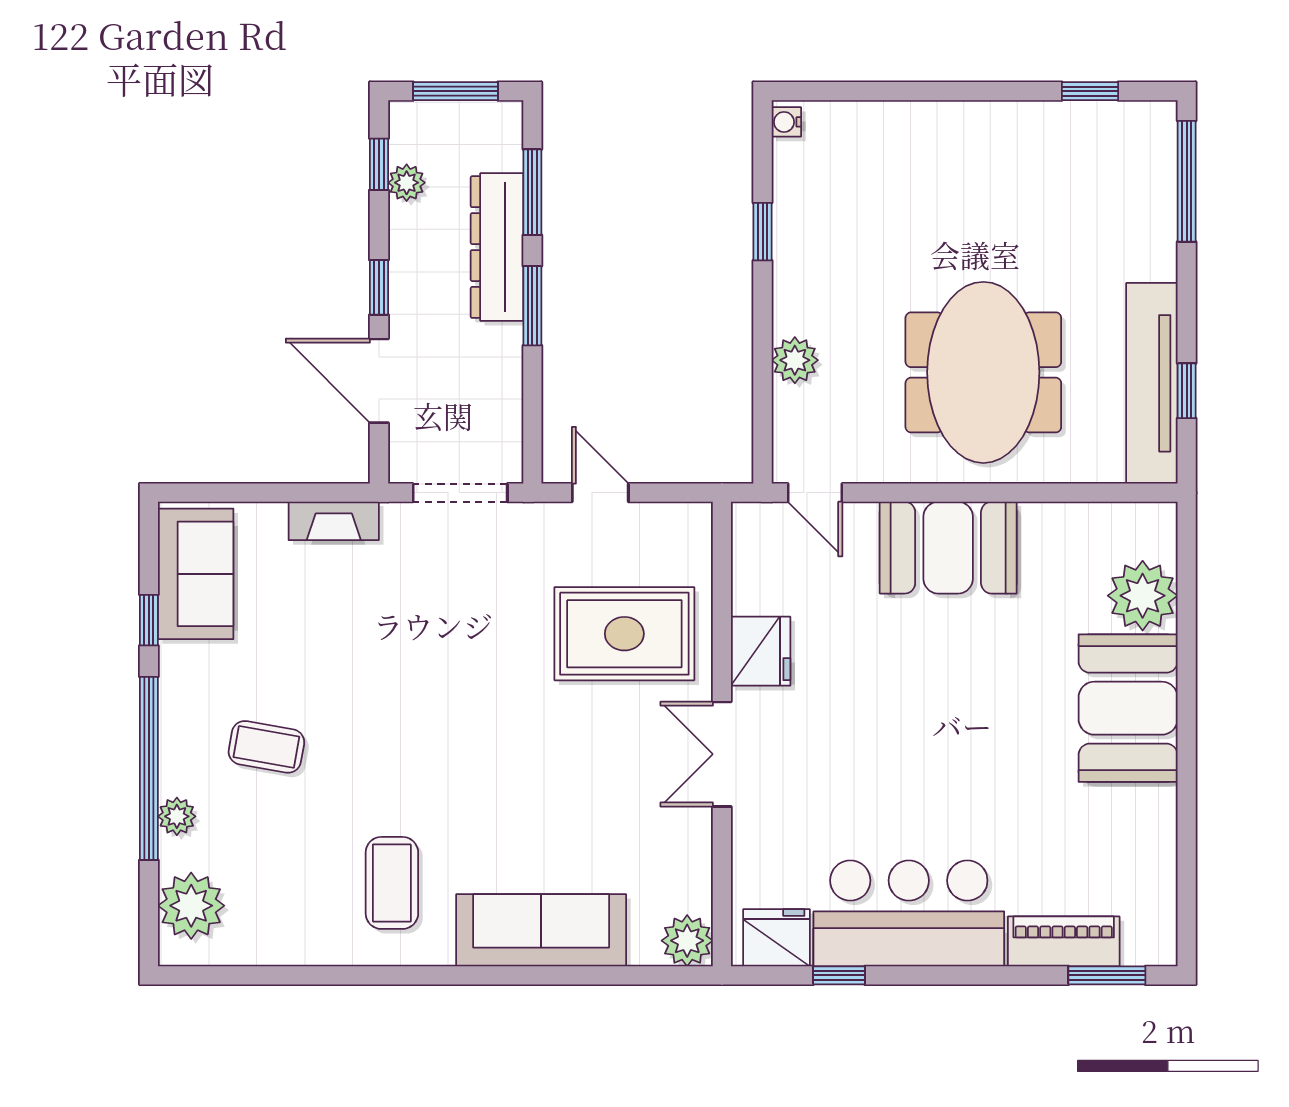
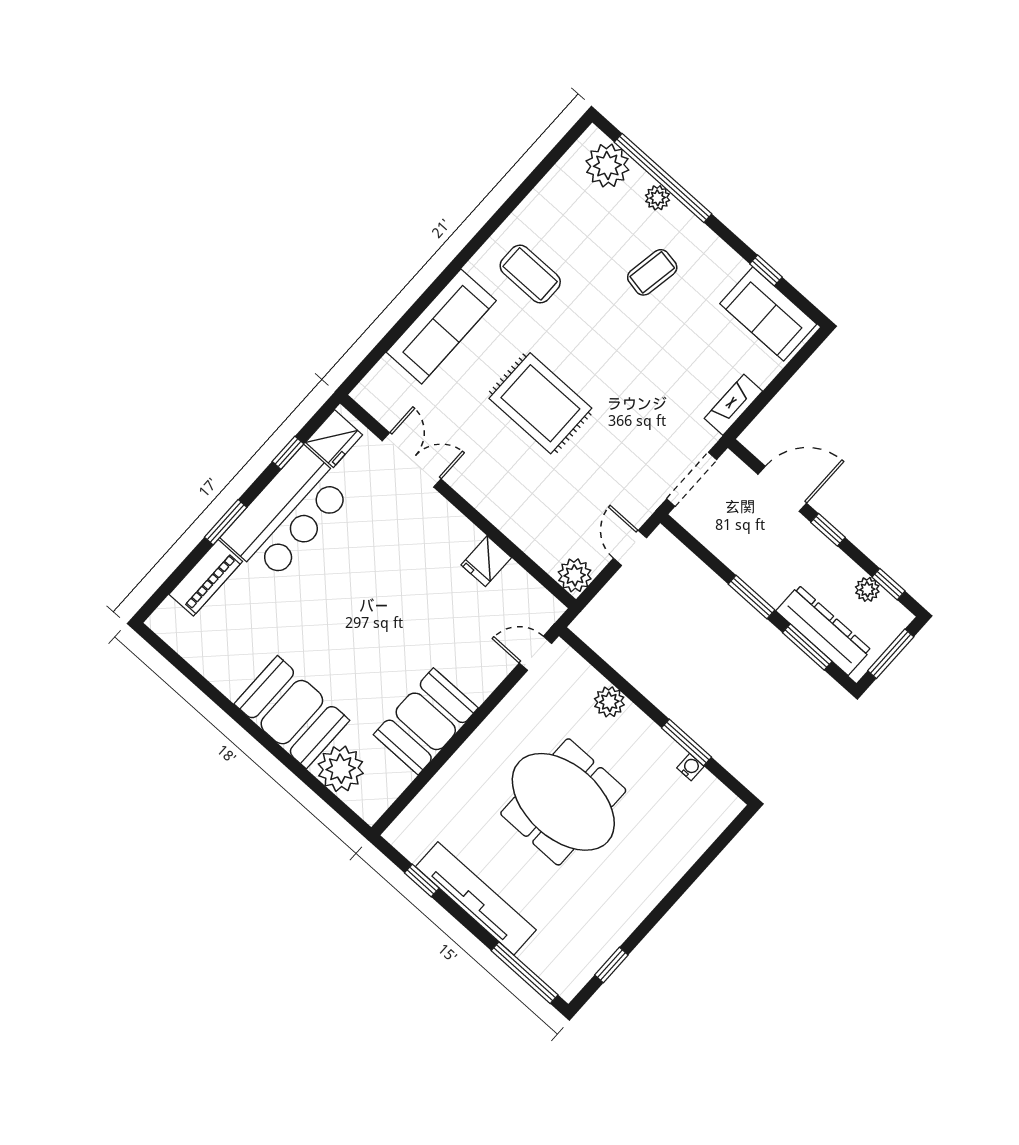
water cooler: (786, 122) -> (690, 767), moved
window: (763, 232) -> (687, 742), width x1.50
dresser: (497, 247) -> (824, 630), moved
meeting table: (983, 372) -> (563, 802), moved
tv unit: (1152, 383) -> (476, 898), moved
door: (600, 493) -> (630, 548), swing flipped
booth: (948, 548) -> (426, 721), moved
rug: (624, 634) -> (540, 403), moved, turned 90
fridge: (761, 651) -> (486, 561), width x0.72
double door: (722, 754) -> (412, 460), moved
window: (149, 768) -> (663, 178), moved
plant: (687, 941) -> (575, 575), moved
window: (1107, 975) -> (226, 522), moved

